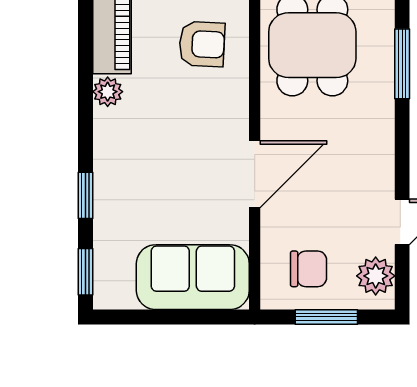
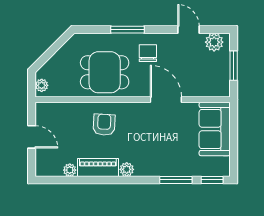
window: (402, 64) -> (128, 30), moved
window: (86, 195) -> (176, 180), width x1.50
chair: (308, 269) -> (148, 53), moved

